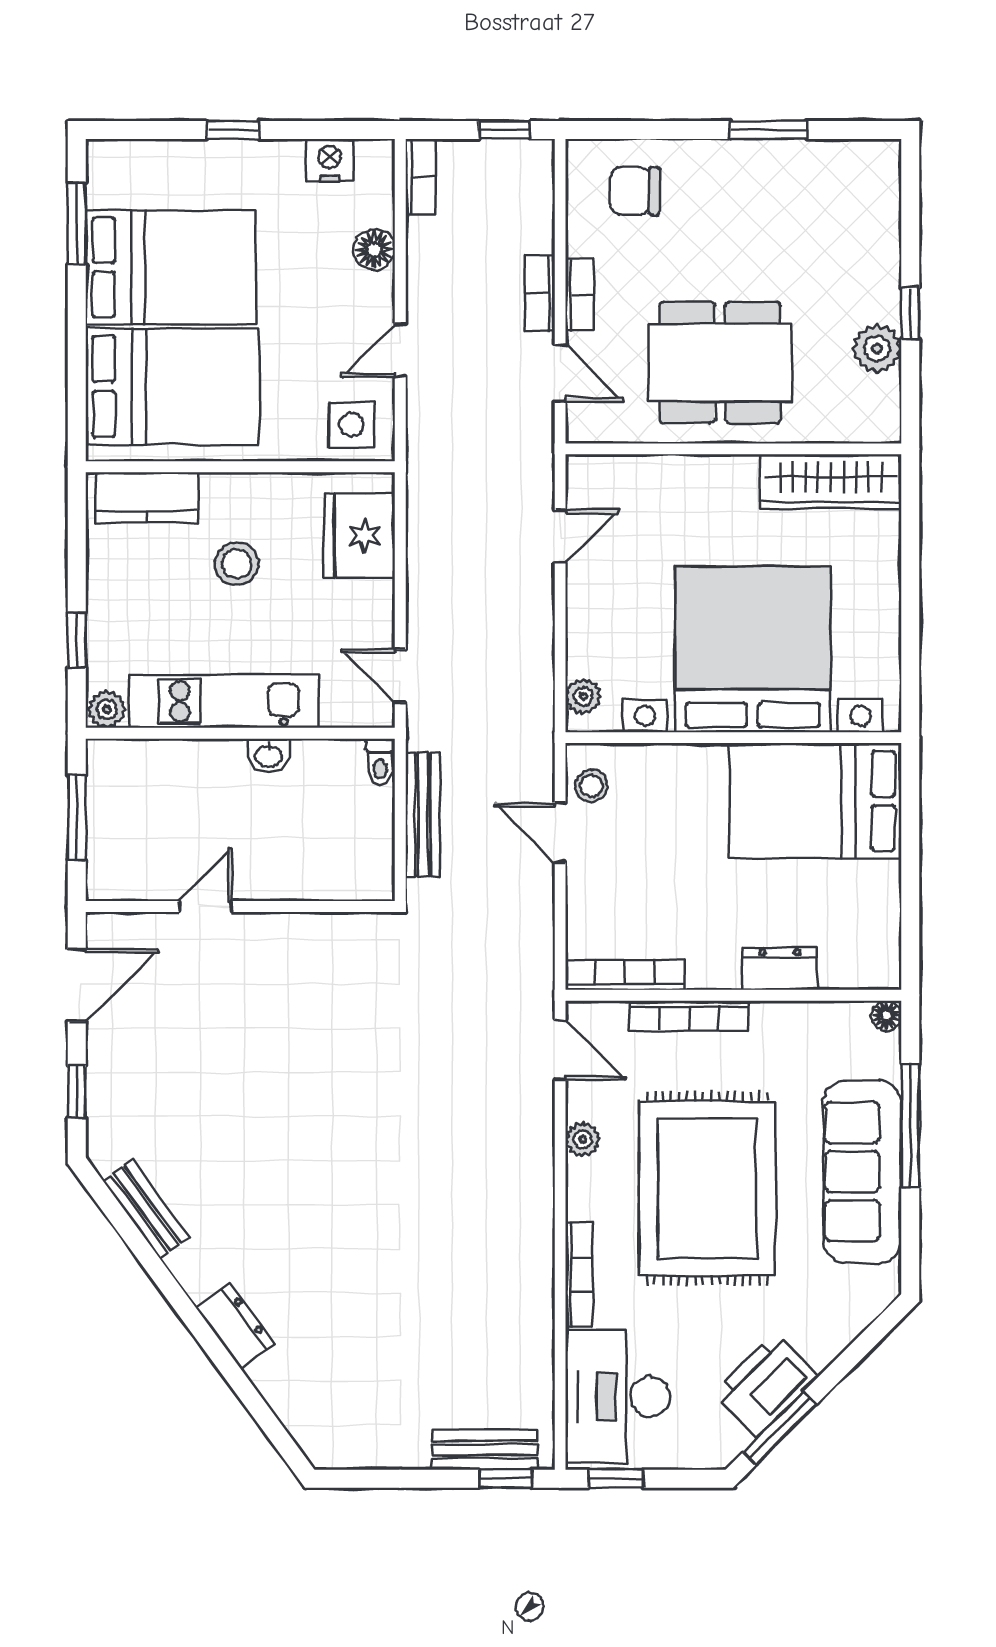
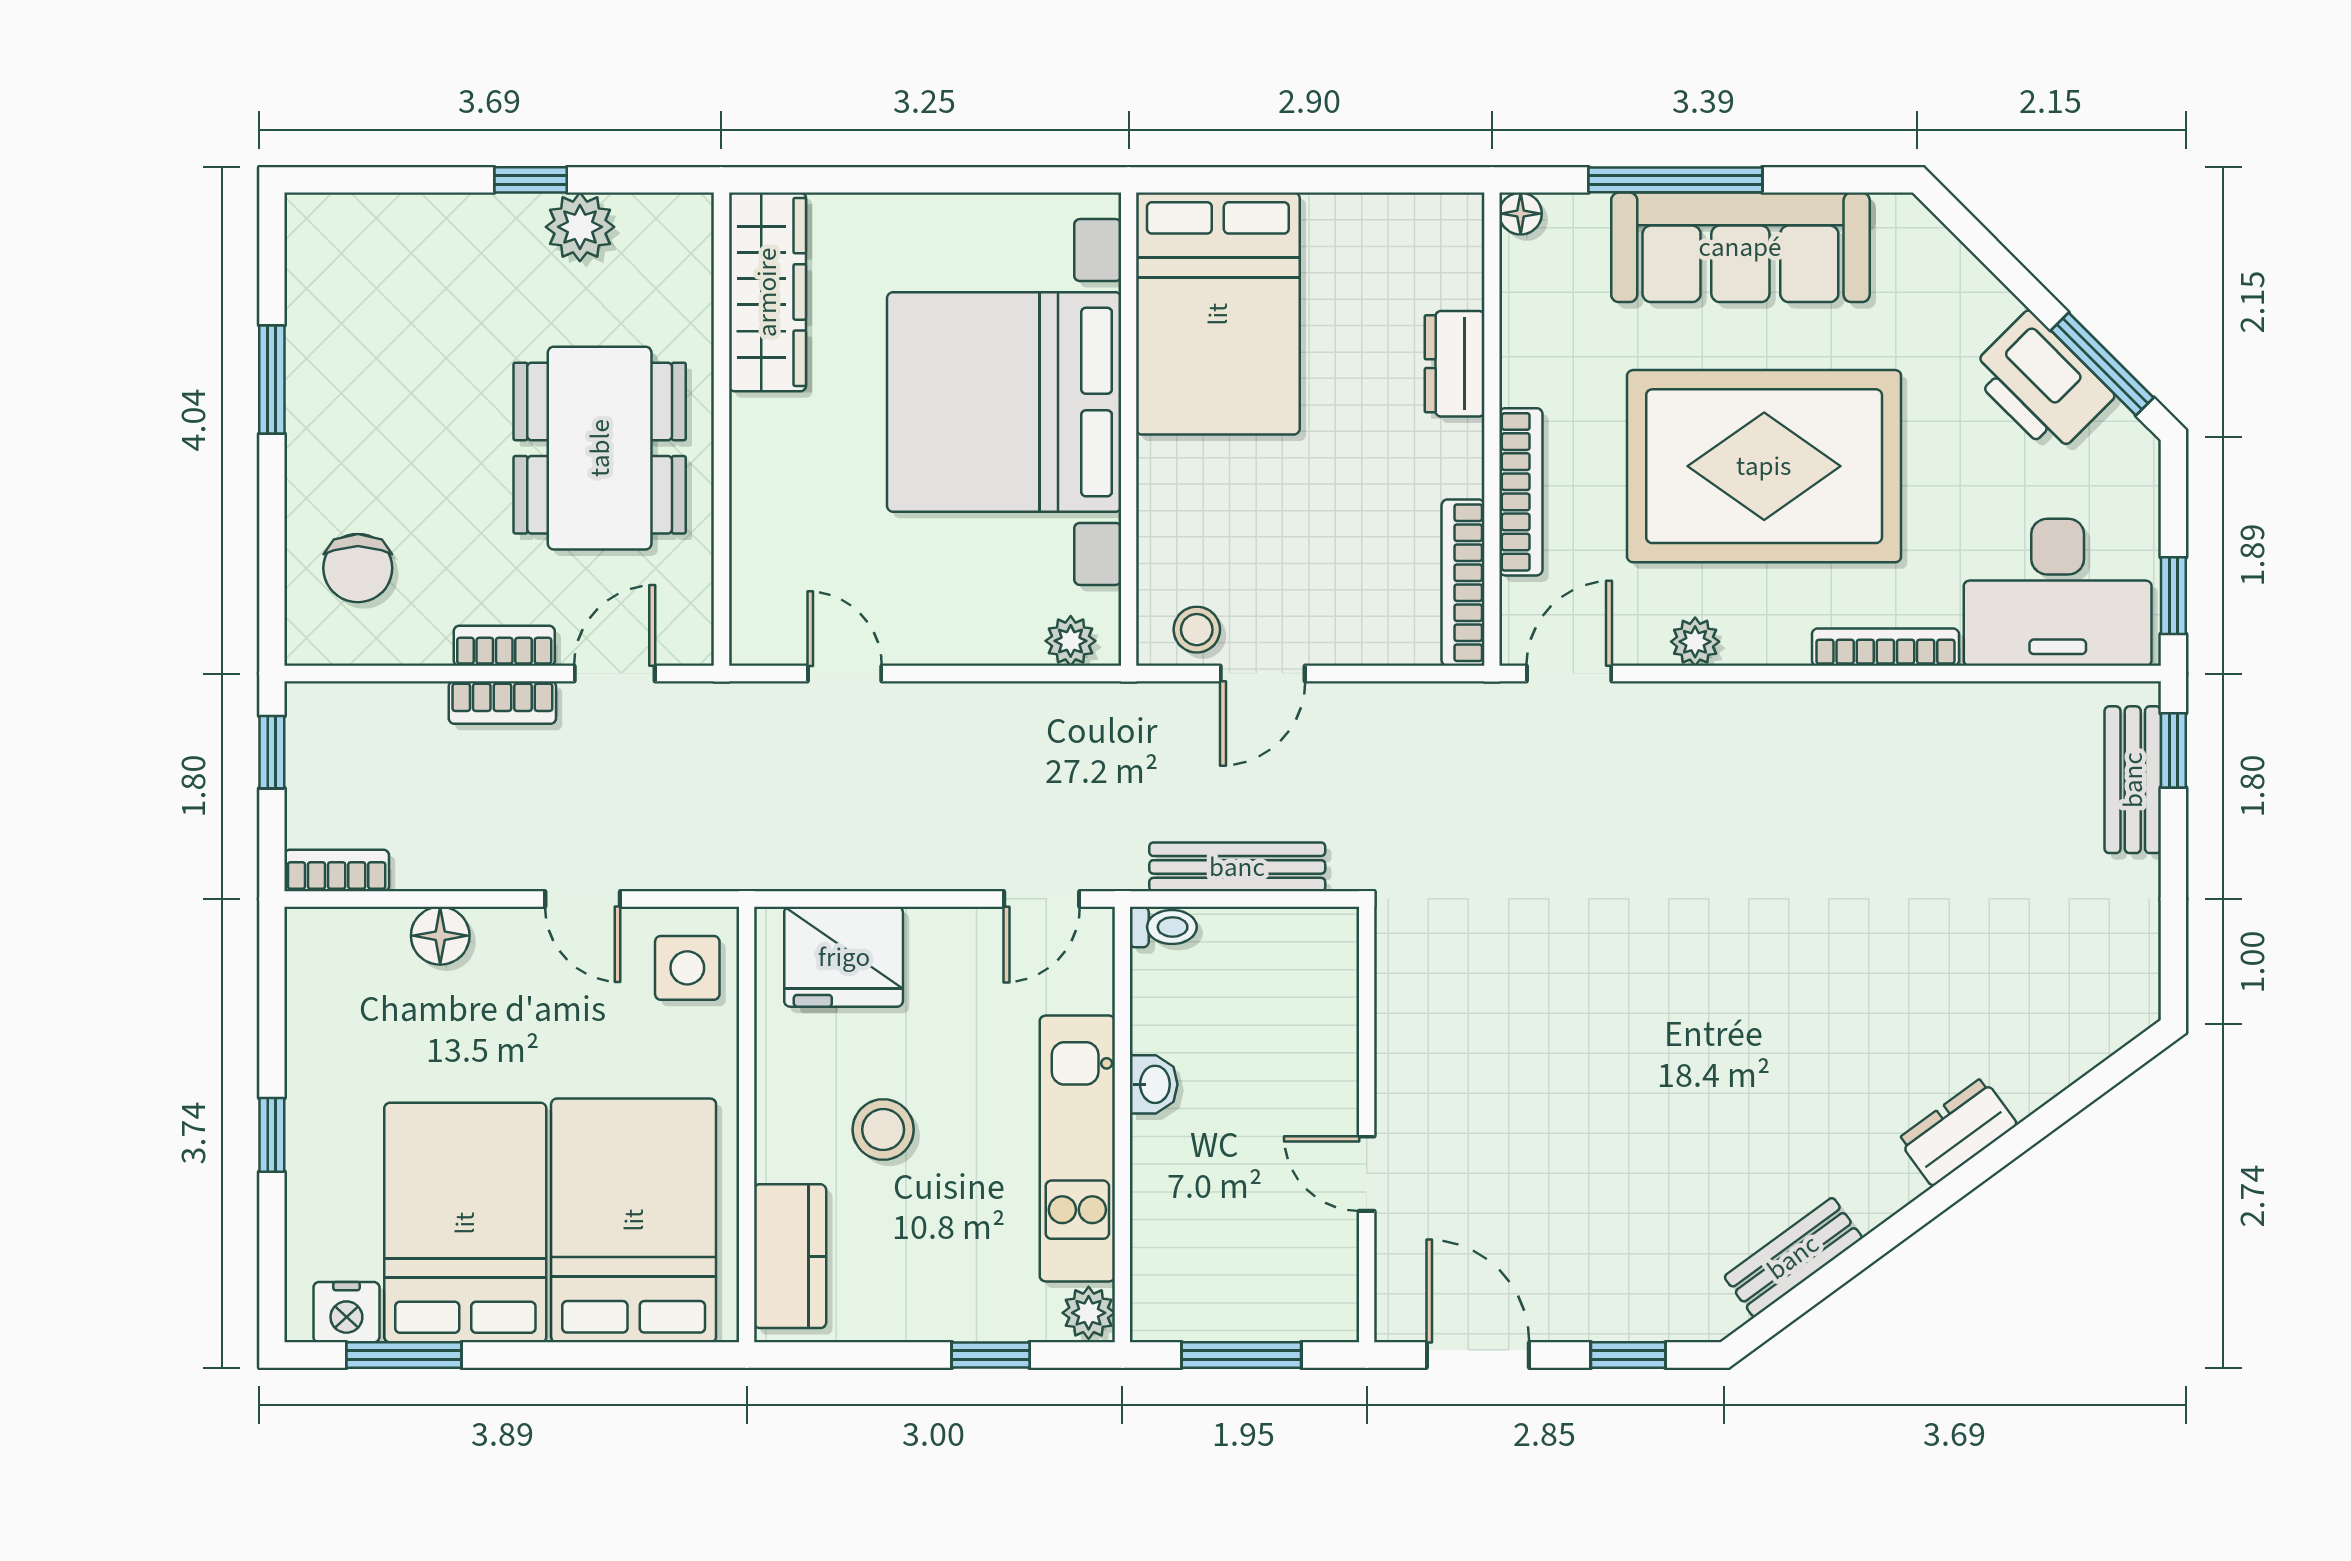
nightstand: (330, 160) -> (346, 1312), moved, turned -90

